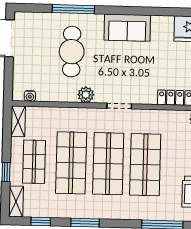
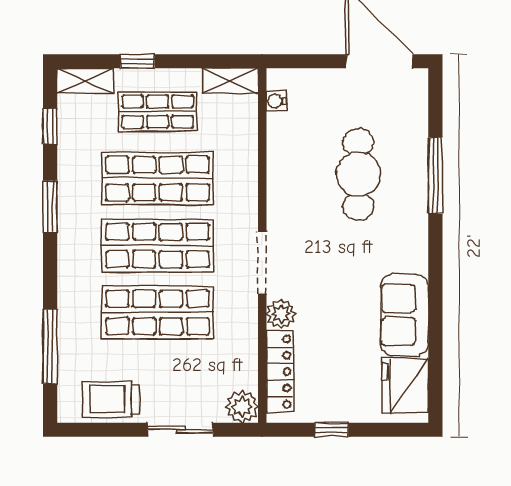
sofa: (127, 28) -> (404, 315), moved
cafe table: (72, 52) -> (358, 174), turned 90
plant: (86, 95) -> (281, 314), moved
doorway: (119, 106) -> (262, 263), width x1.38

